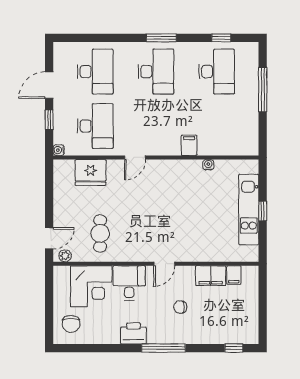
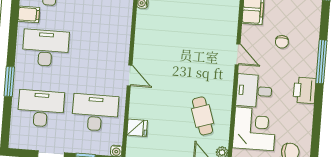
window: (161, 38) -> (9, 82), moved
filing cabinet: (189, 145) -> (29, 14), moved, turned 180
fridge: (91, 172) -> (137, 128), width x0.53, depth x0.75
cafe table: (100, 233) -> (203, 116), turned 72

